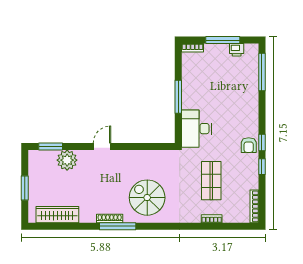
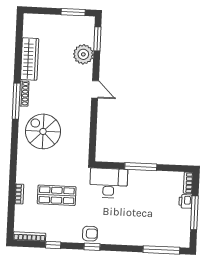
printer: (237, 50) -> (185, 201), moved
armchair: (249, 145) -> (90, 234), turned 180
window: (262, 167) -> (53, 245), moved
window: (25, 188) -> (73, 12), moved
spiral stairs: (147, 198) -> (43, 131), turned -90
wardrobe: (57, 215) -> (30, 59), moved

